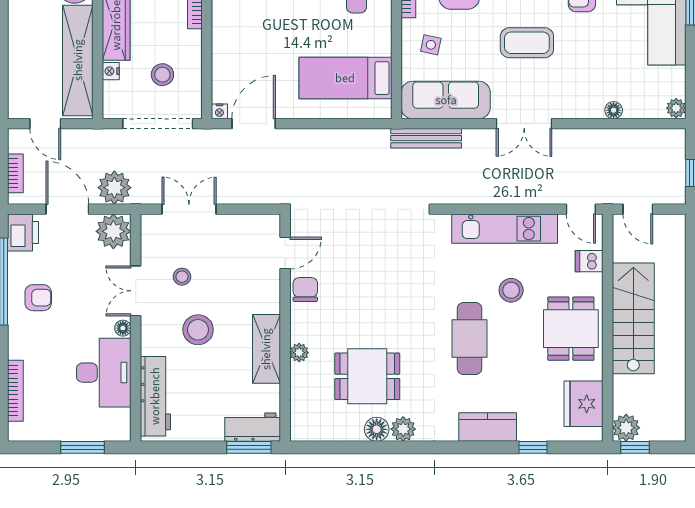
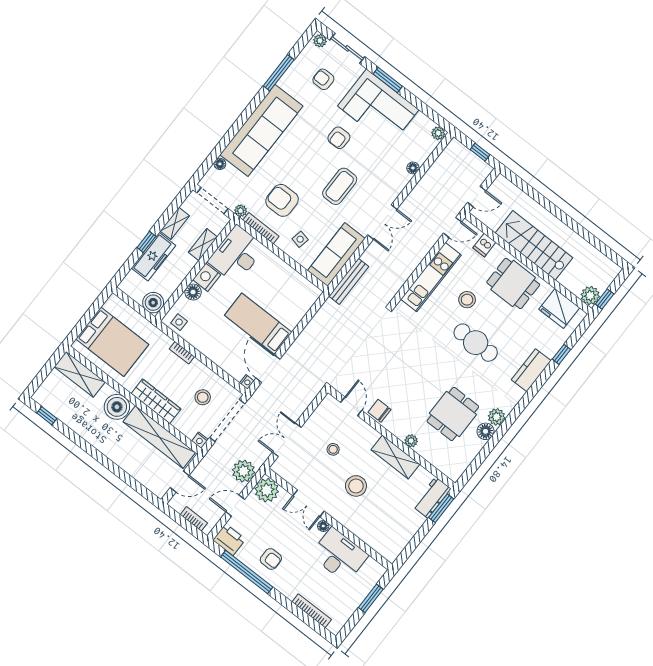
nightstand: (111, 71) -> (200, 440), moved
bed: (345, 78) -> (258, 324), moved, turned 90
door: (67, 209) -> (235, 506), width x0.73
stool: (182, 277) -> (333, 449), moved
armchair: (38, 298) -> (271, 559), turned 90
workbench: (155, 396) -> (374, 537), removed

